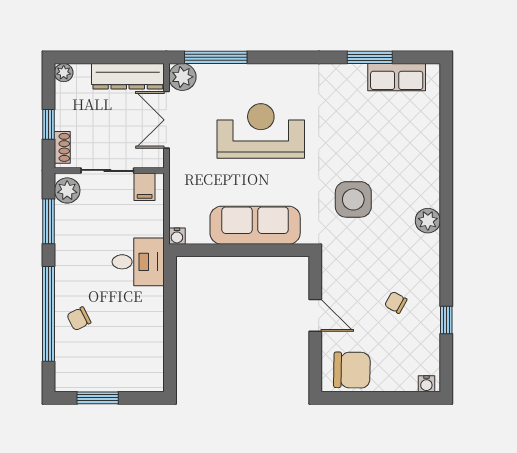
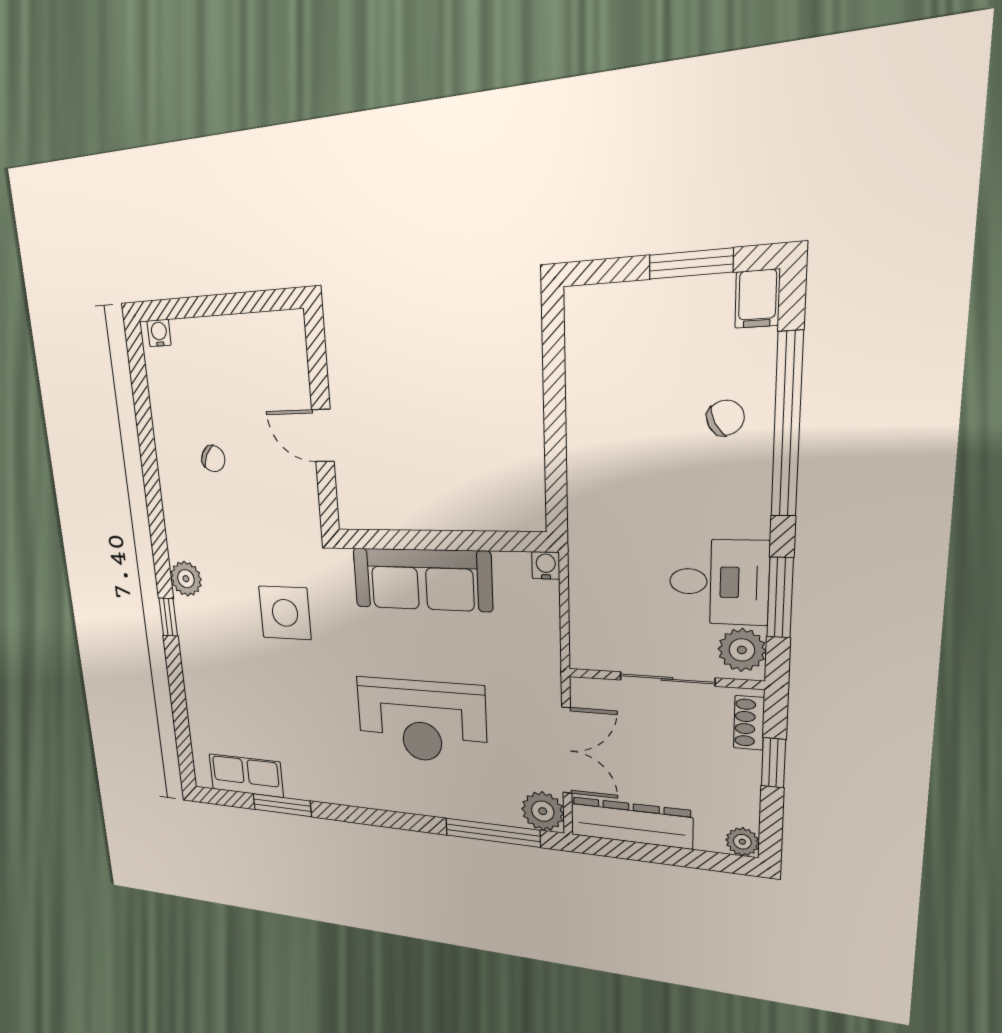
filing cabinet: (145, 187) -> (757, 299), moved, turned 180
desk: (138, 262) -> (719, 582), moved, turned 180
window: (446, 320) -> (168, 617), moved
chair: (352, 370) -> (263, 348), removed

